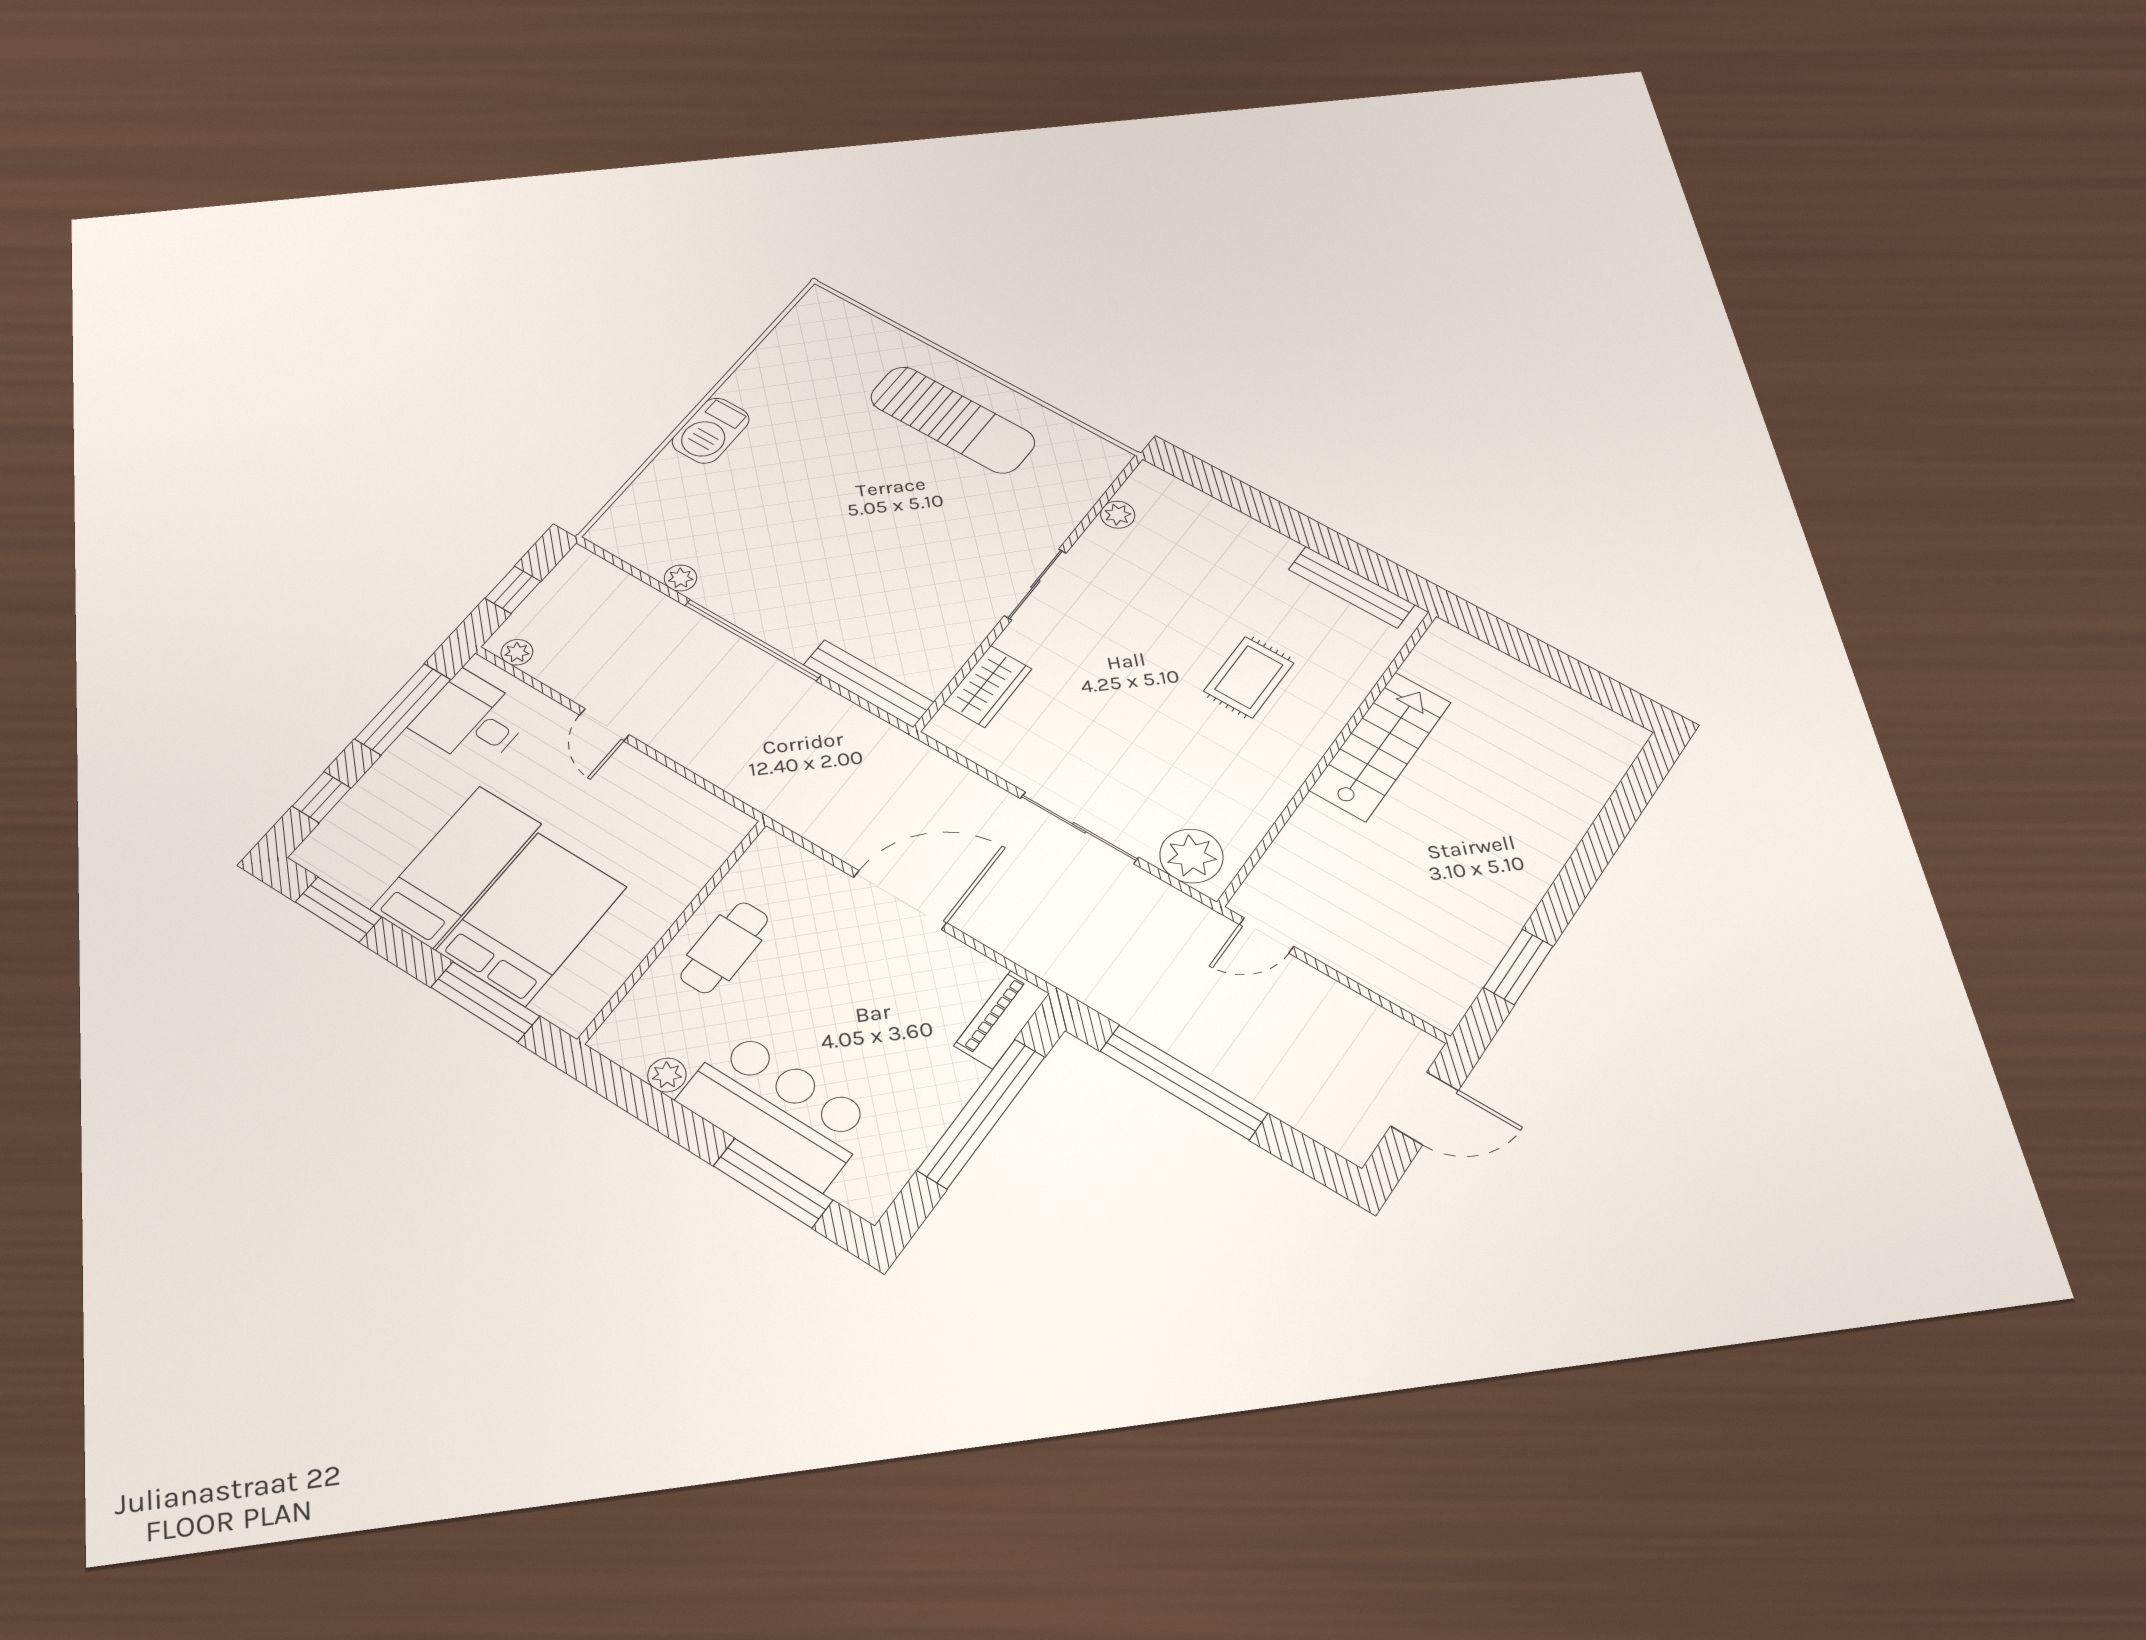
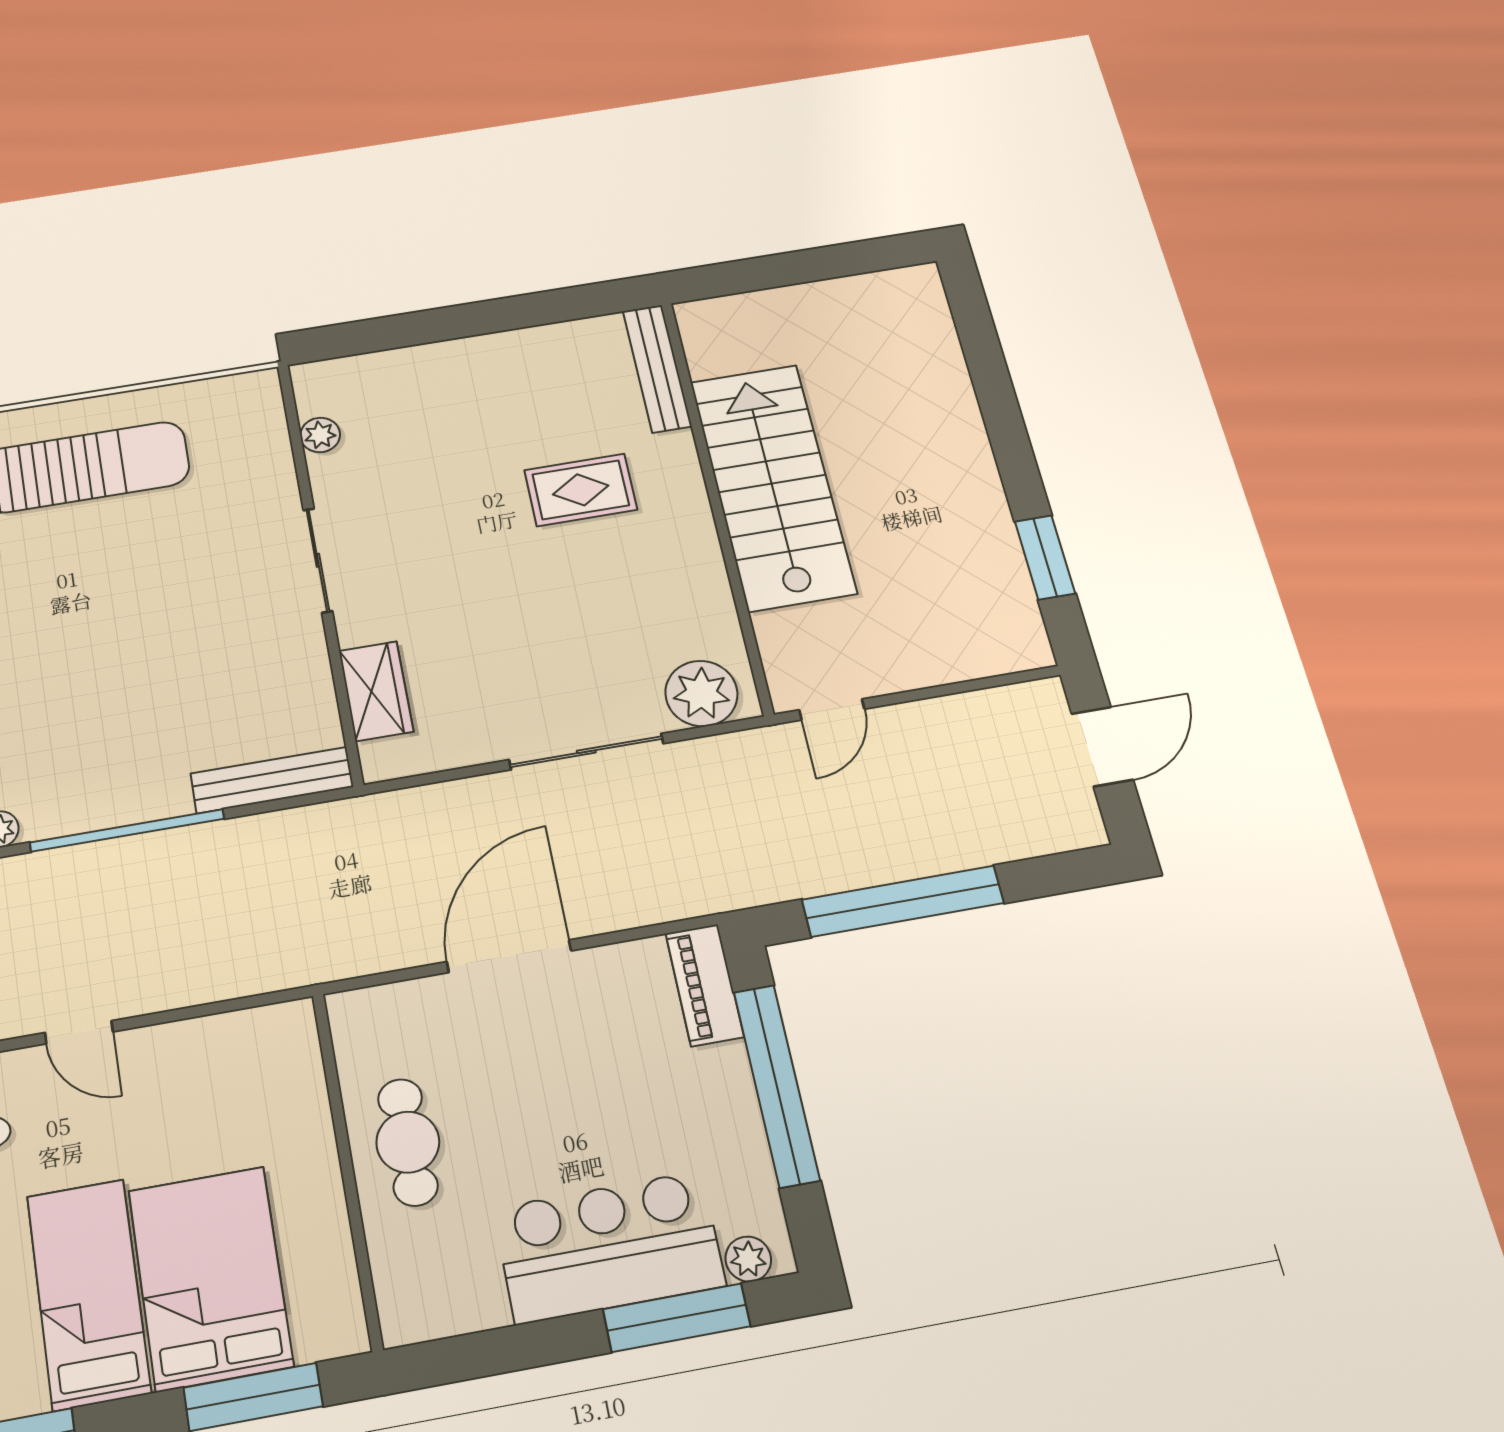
bench: (1351, 587) -> (657, 368), moved, turned 90
rug: (1249, 677) -> (581, 490), turned 90
stairs: (1381, 746) -> (773, 486), width x1.36, depth x1.51
plant: (667, 1075) -> (748, 1259), moved

